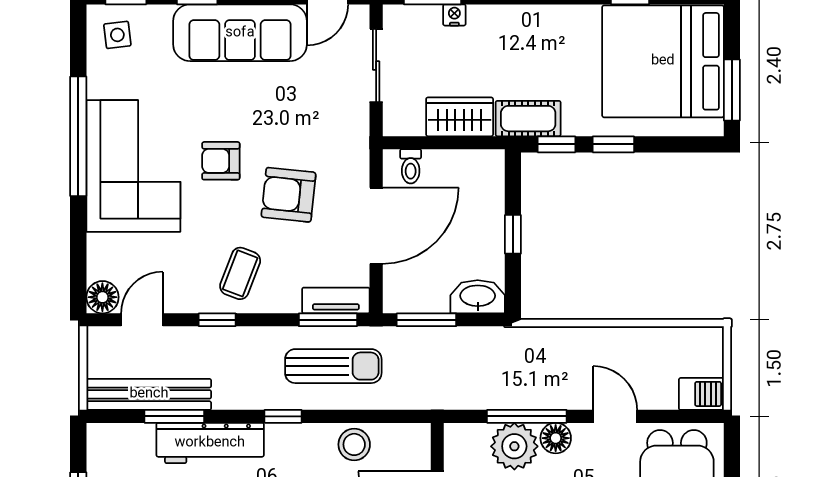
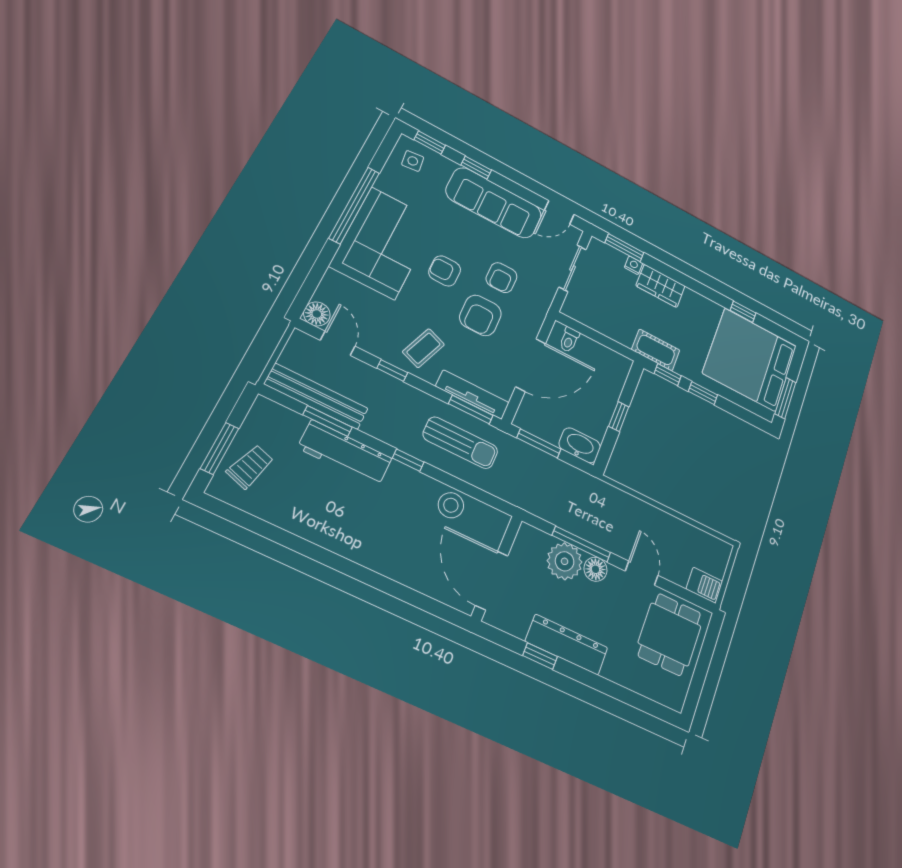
wardrobe: (460, 117) -> (661, 286), moved, turned 180
armchair: (293, 130) -> (502, 278), added
armchair: (289, 195) -> (480, 315), turned -96
tv unit: (336, 300) -> (472, 395), width x1.41
door: (142, 320) -> (338, 343), hinge flipped

